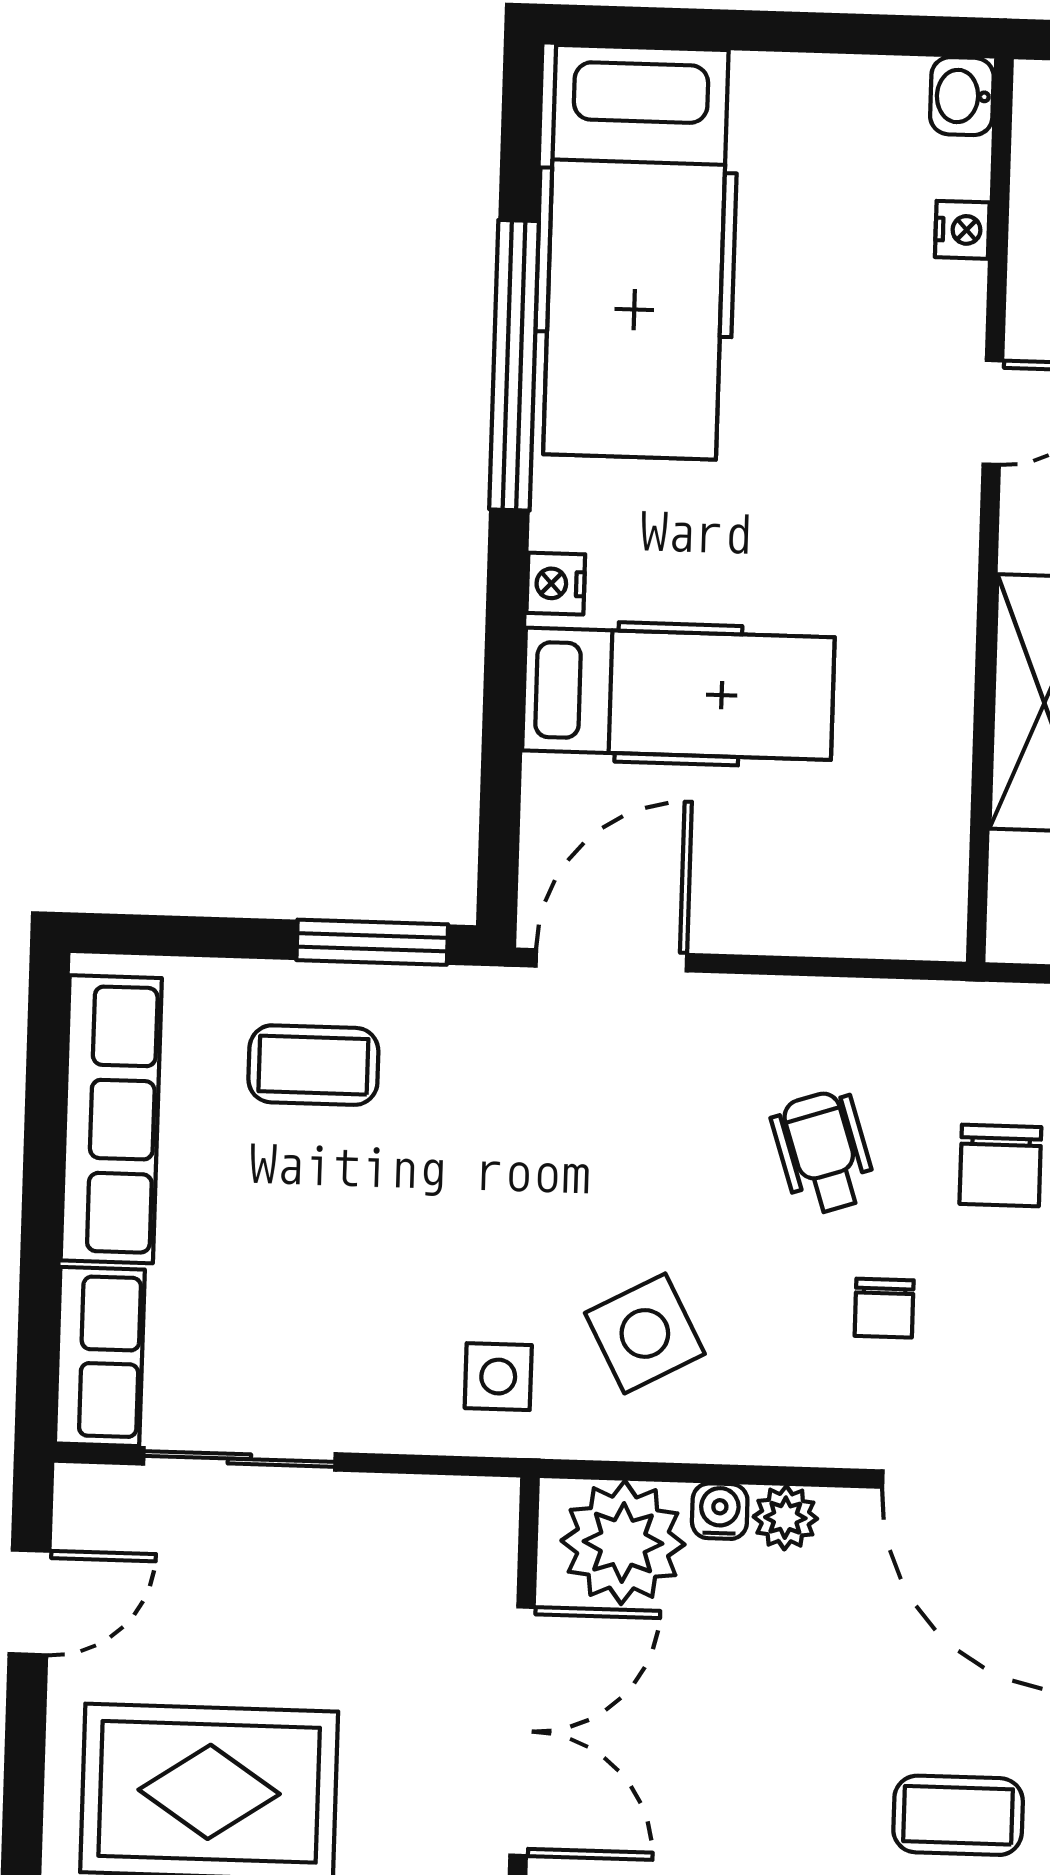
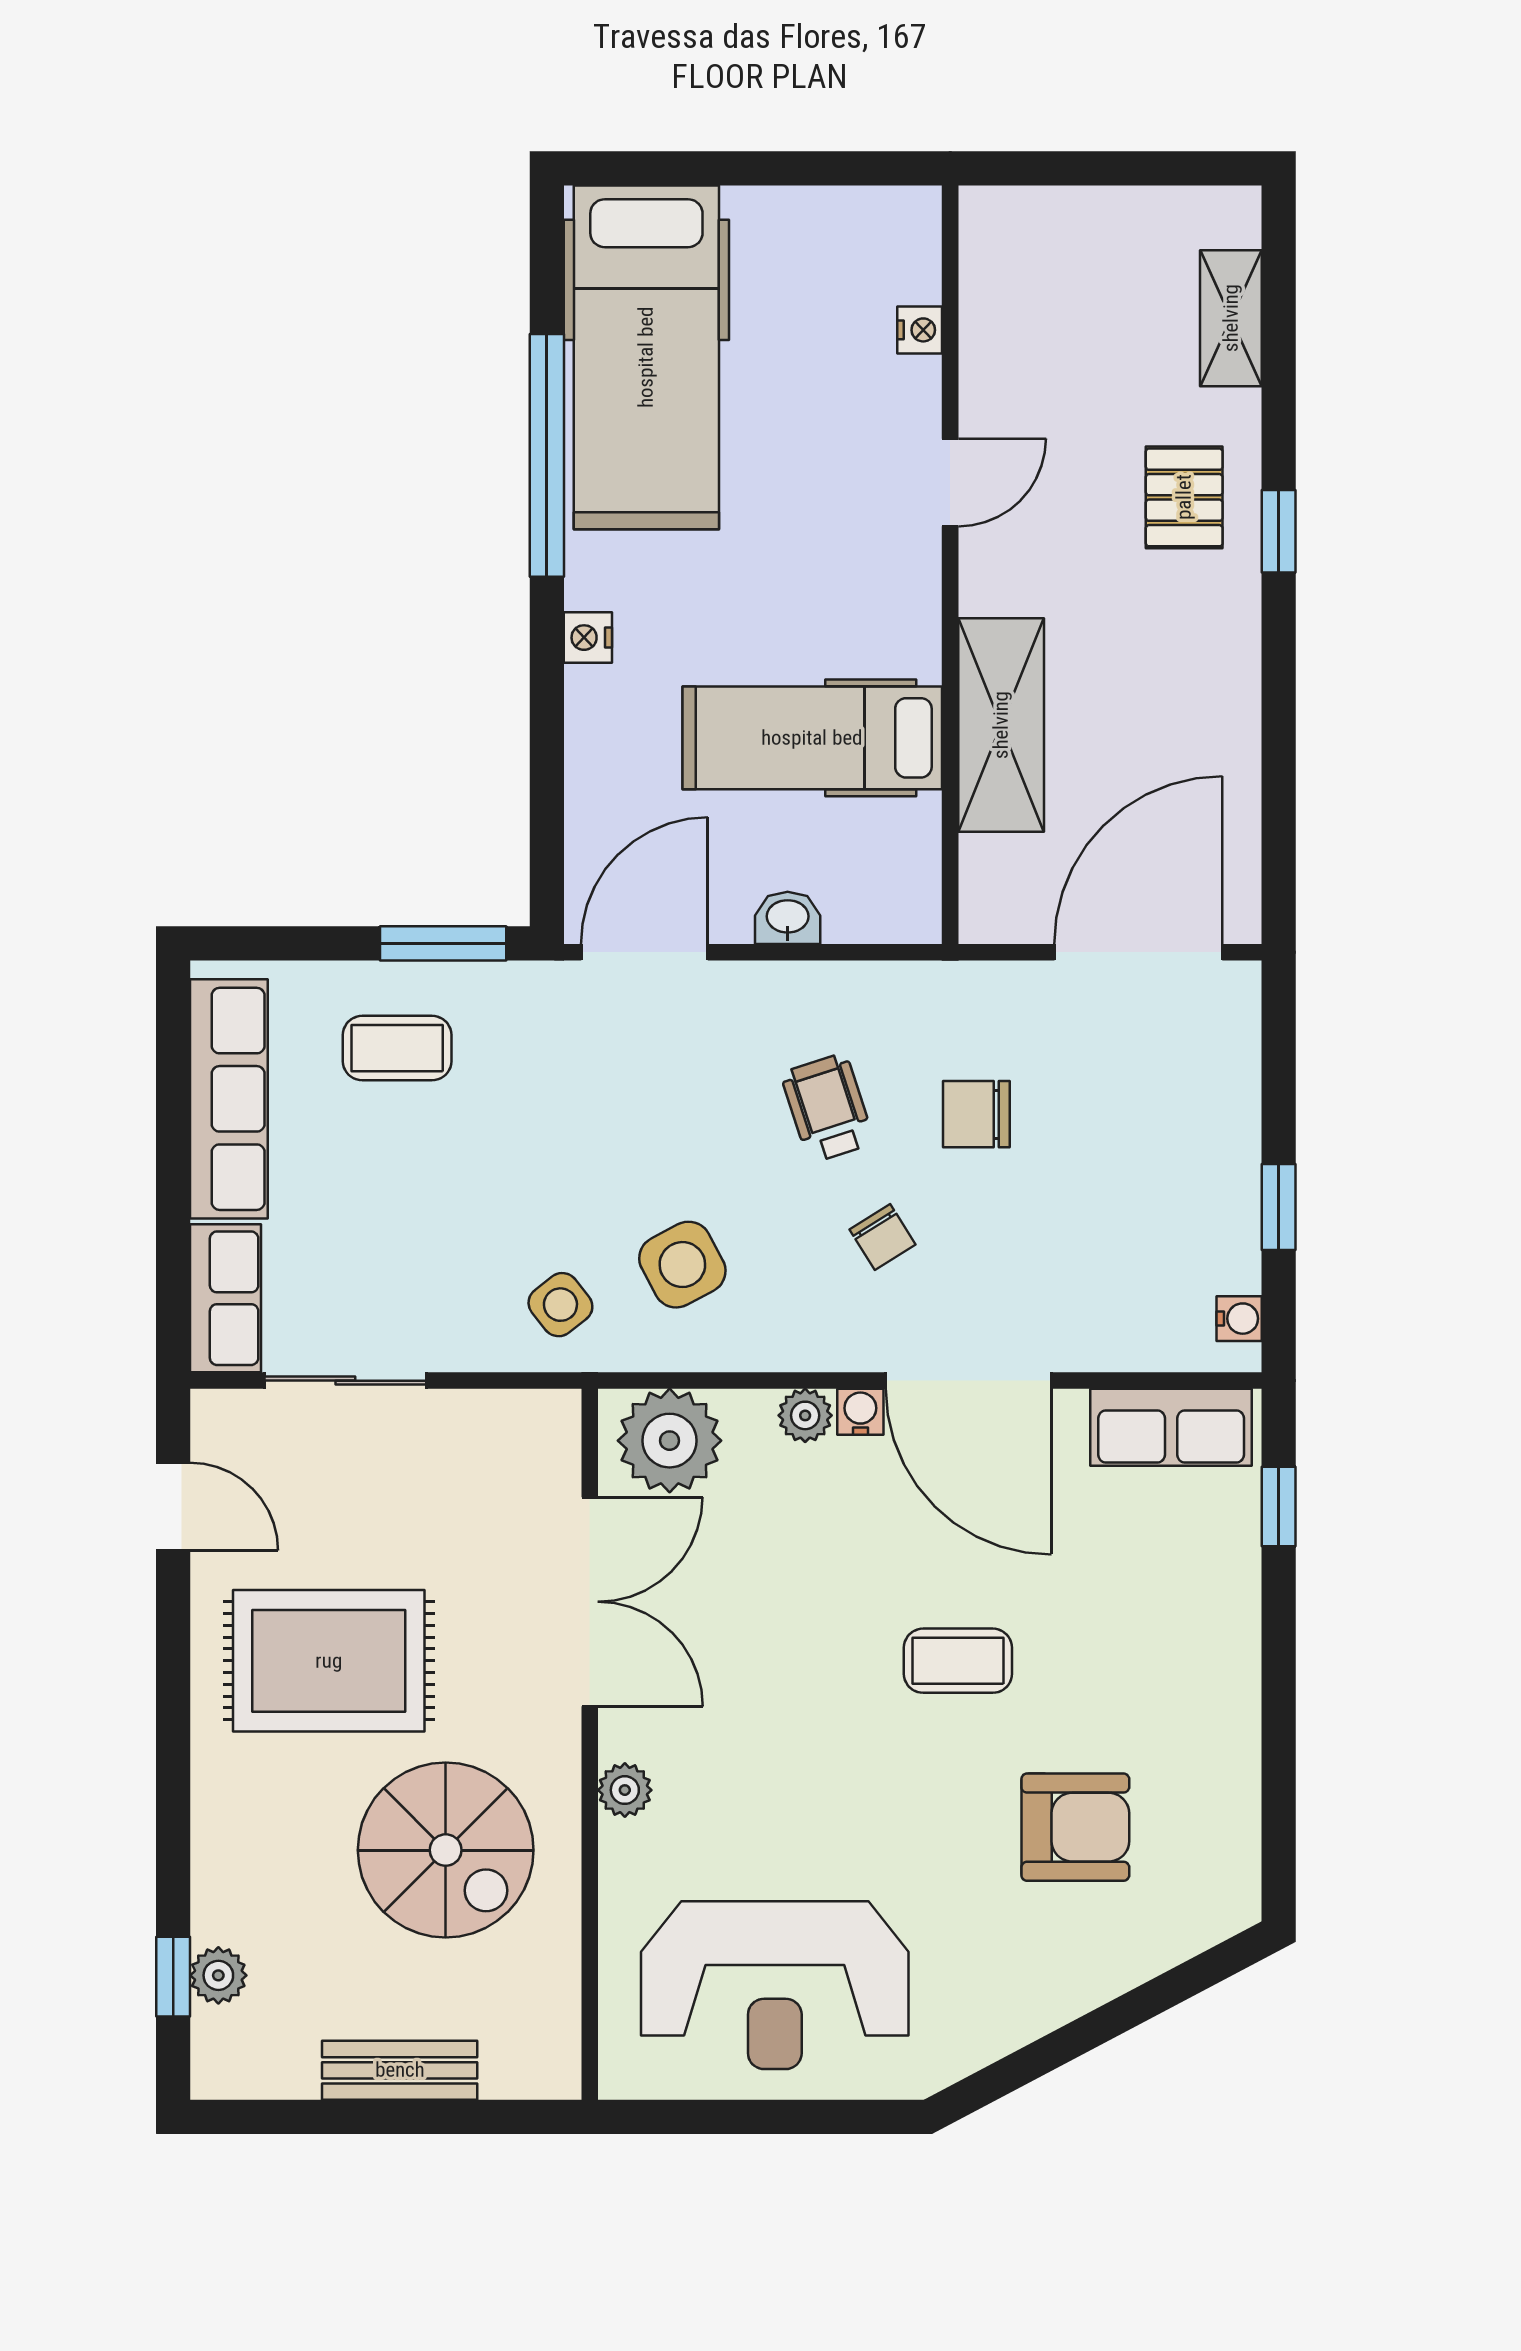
washbasin: (962, 96) -> (788, 918), moved, turned 90
hospital bed: (678, 694) -> (812, 738), moved, turned 180
chair: (1000, 1165) -> (976, 1114), turned 90
chair: (884, 1308) -> (882, 1237), turned -32
side table: (498, 1377) -> (560, 1305), turned -38
water cooler: (720, 1511) -> (860, 1412), moved
door: (30, 1602) -> (173, 1507), hinge flipped

